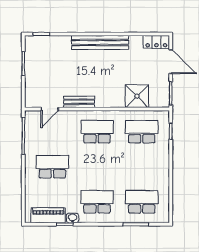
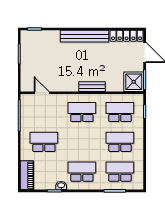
locker: (156, 42) -> (127, 36), width x1.53
shower: (137, 96) -> (134, 82), moved
bench: (79, 102) -> (92, 87), moved
door: (50, 109) -> (42, 93), swing flipped
school desk: (142, 167) -> (120, 142), added
piano: (48, 215) -> (27, 175), moved, turned 90

